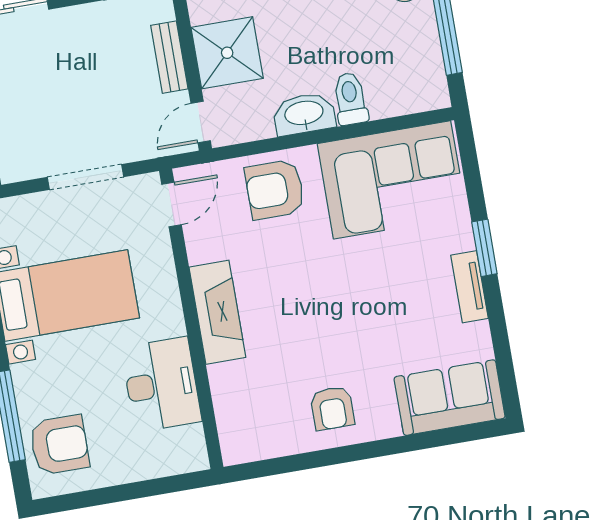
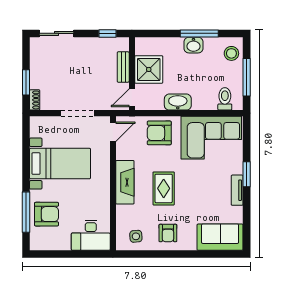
toilet: (350, 99) -> (225, 99), moved
rug: (306, 311) -> (164, 188), added
desk: (161, 385) -> (91, 235), moved, turned 90
side table: (262, 428) -> (136, 236), added
armchair: (59, 445) -> (47, 214), moved

